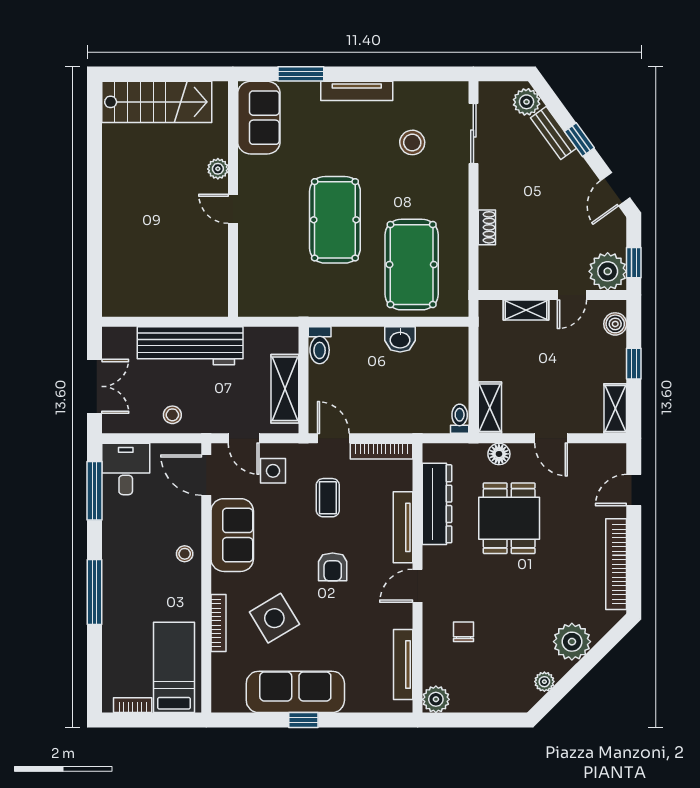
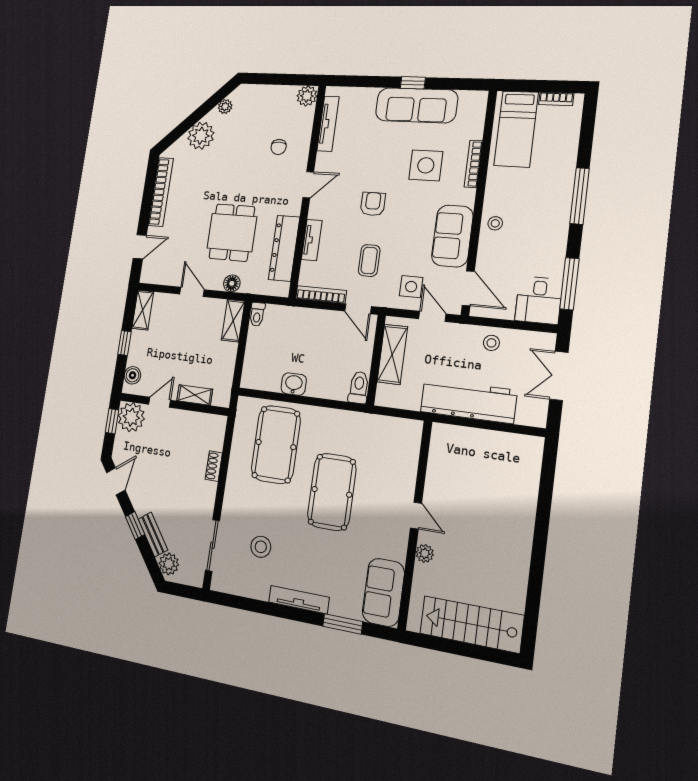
tv unit: (403, 527) -> (312, 240), width x0.71
side table: (274, 618) -> (426, 165), turned 31

